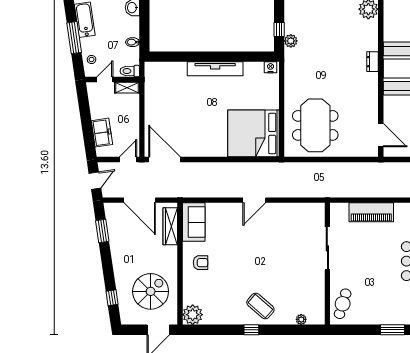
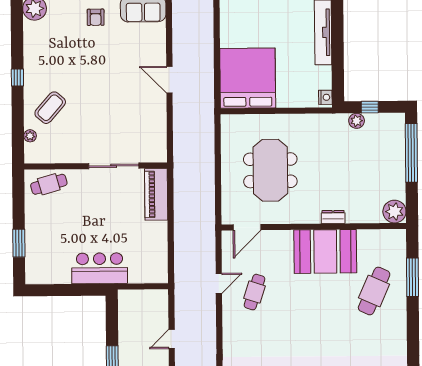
meeting table: (315, 125) -> (270, 170), moved, turned 90
piano: (371, 212) -> (156, 194), moved
cafe table: (343, 304) -> (49, 184), turned -33
coffee table: (260, 306) -> (50, 108), moved

